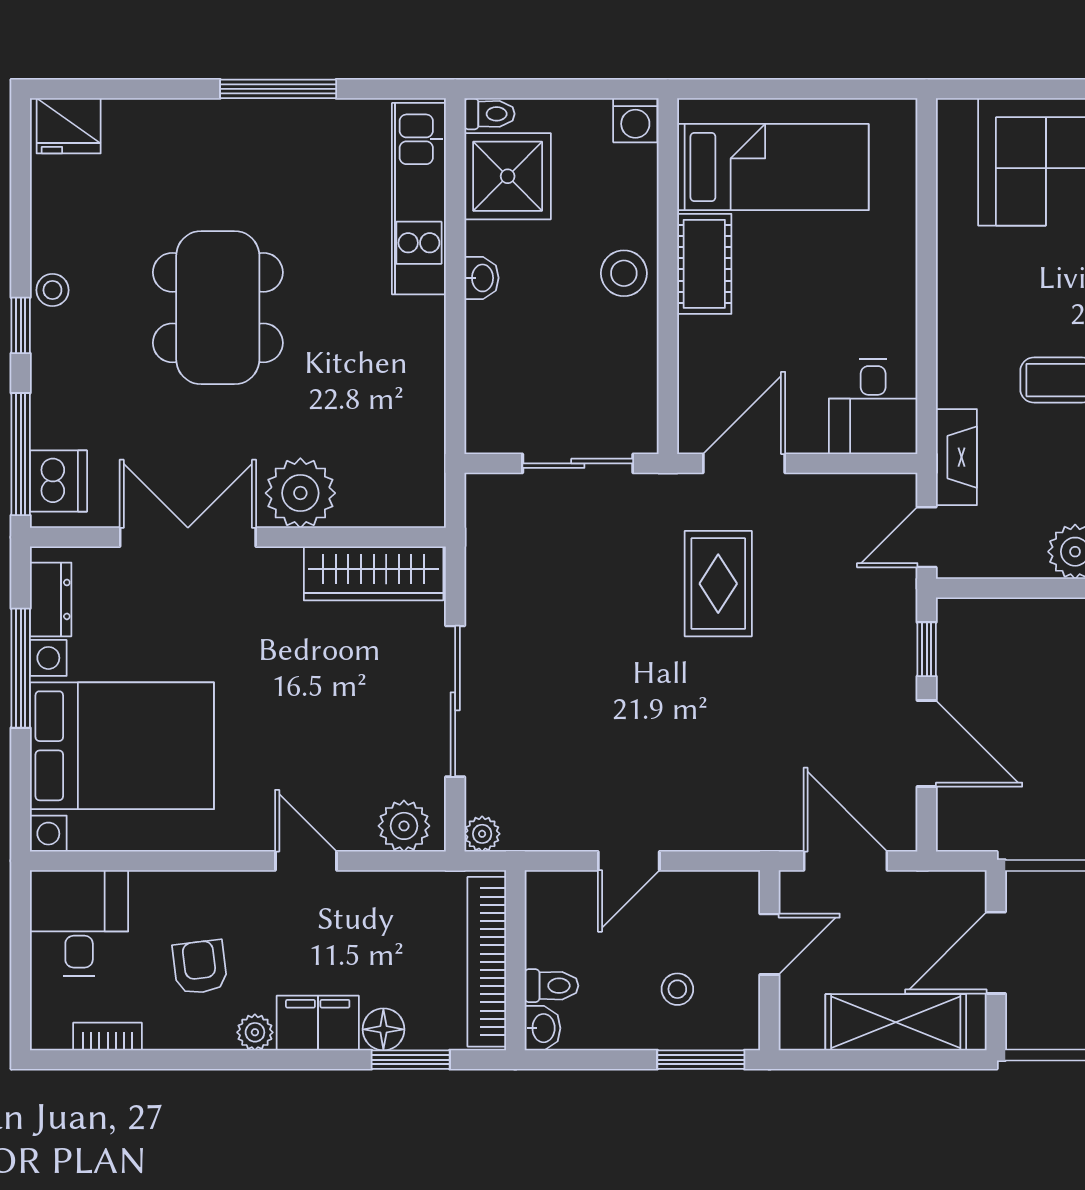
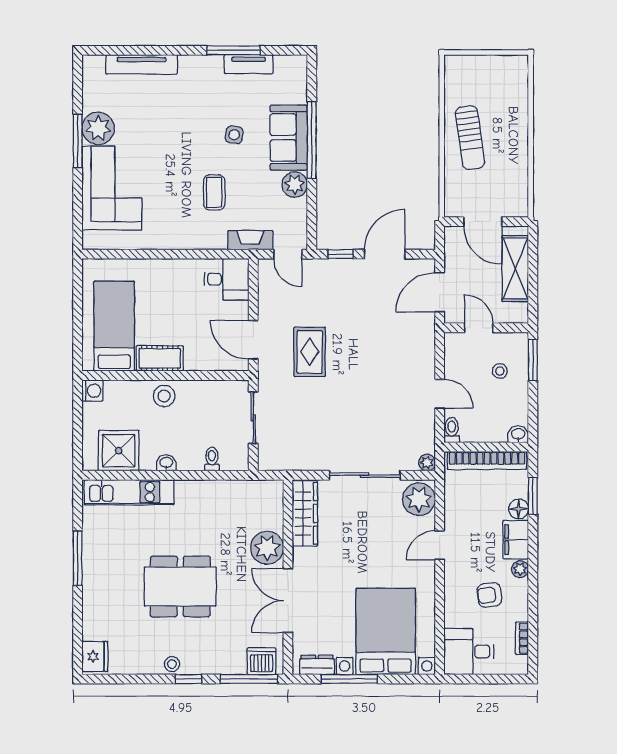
toilet: (490, 114) -> (212, 459), moved
rug: (718, 584) -> (310, 352), turned 90
plant: (404, 826) -> (419, 499), width x1.36, depth x1.36
toilet: (551, 986) -> (452, 430), moved

